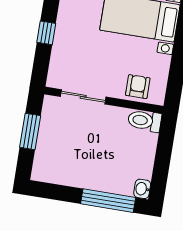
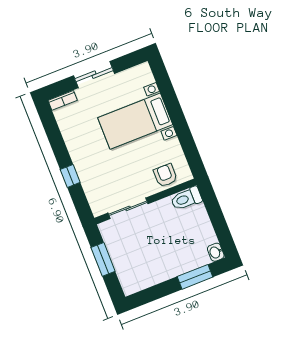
window: (108, 201) -> (195, 277), width x0.69

